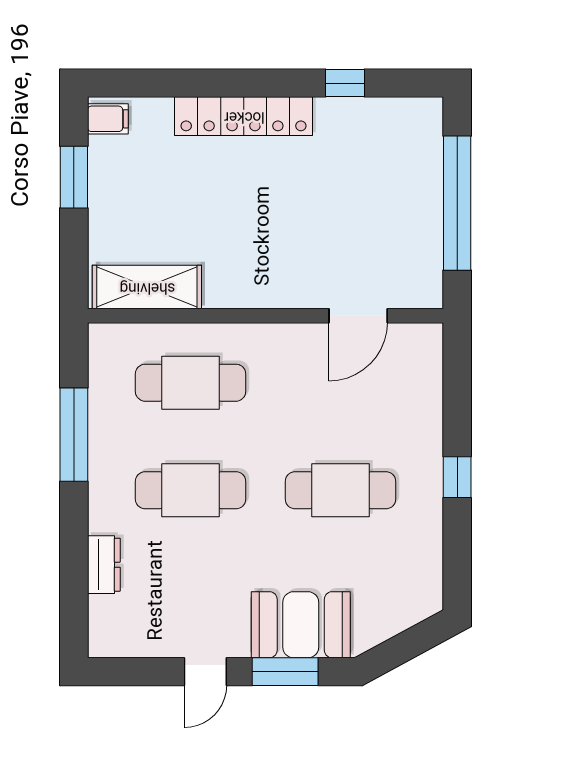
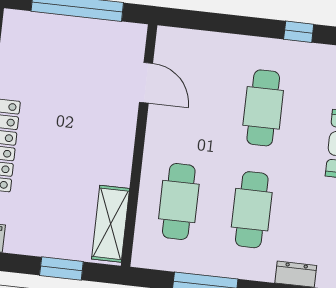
window: (74, 177) -> (61, 269), moved
window: (457, 477) -> (299, 32), moved

